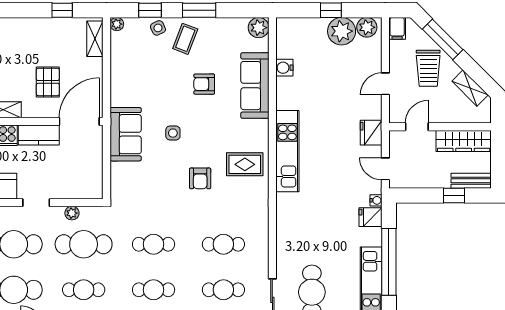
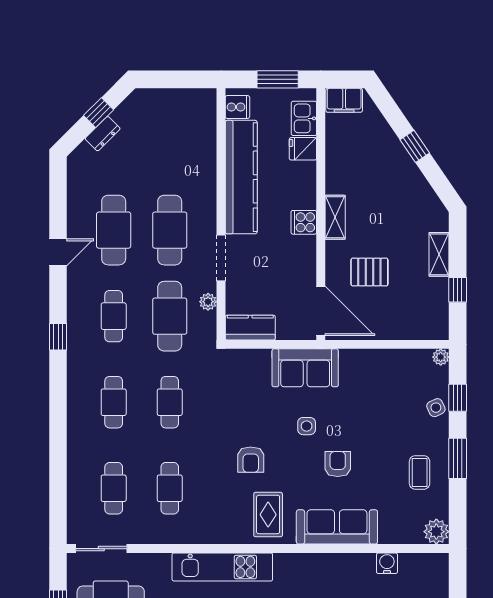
shelving: (95, 39) -> (439, 254), moved, turned 90
coffee table: (185, 39) -> (420, 472), moved, turned 69
armchair: (204, 84) -> (338, 464), moved
sofa: (255, 86) -> (337, 527), moved
kitchen counter: (39, 135) -> (250, 328), moved, turned 90
kitchen unit: (287, 151) -> (222, 567), moved
armchair: (200, 178) -> (251, 460), turned -90
doorway: (36, 203) -> (221, 258), width x1.38

